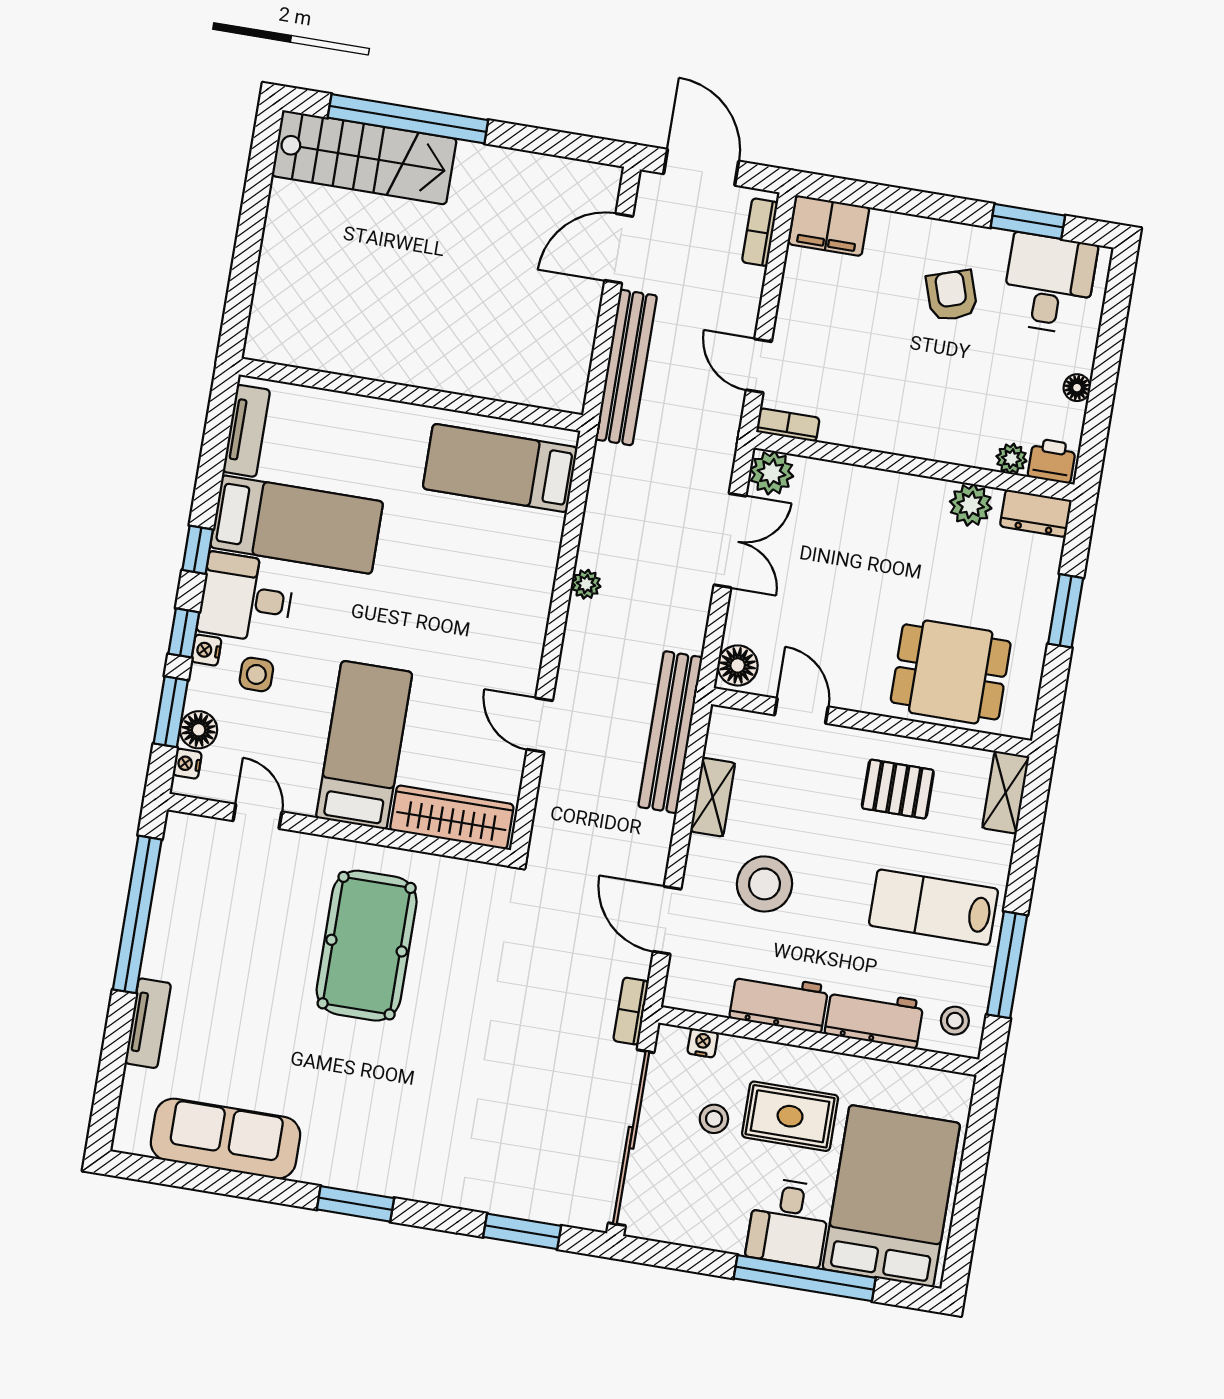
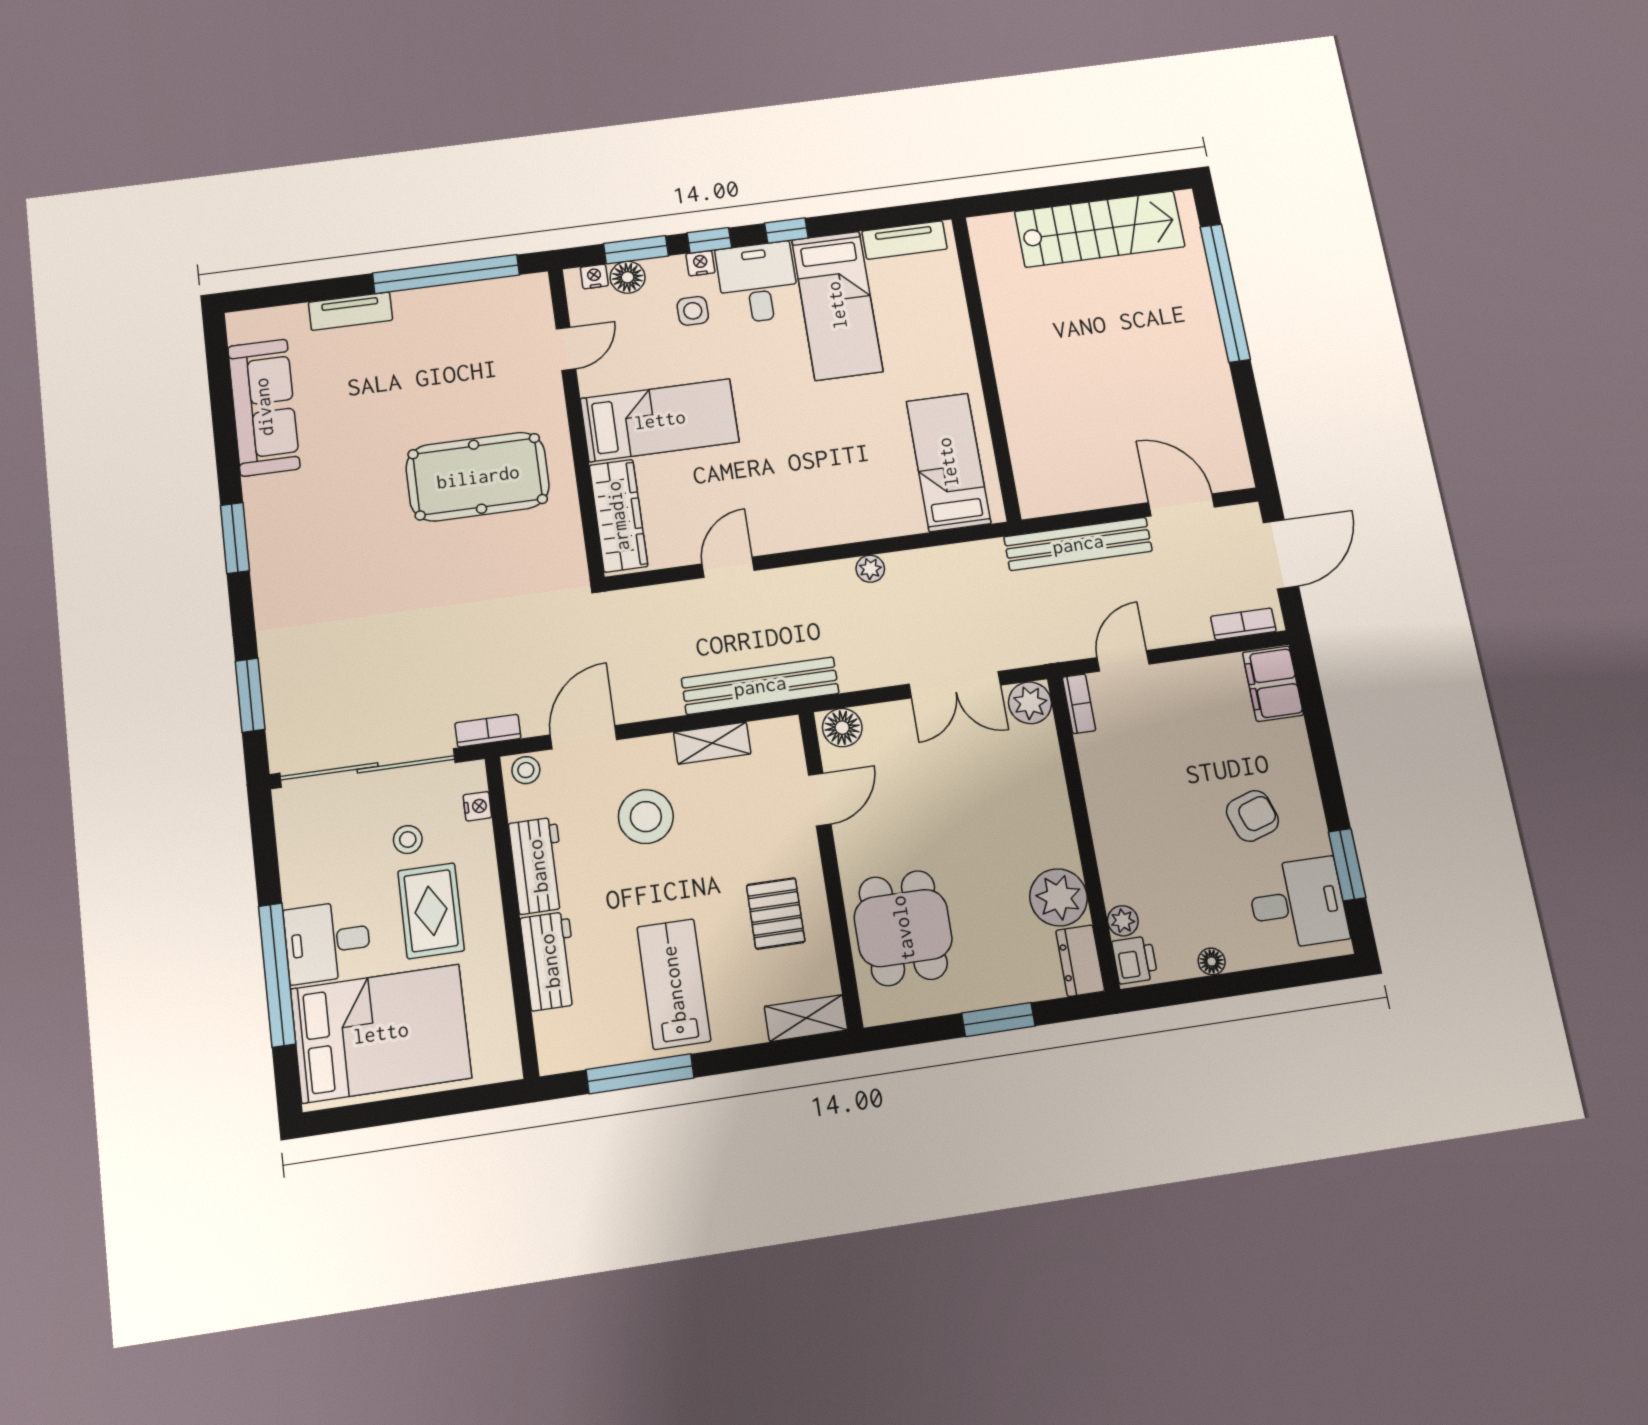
stairs: (364, 157) -> (1100, 229), moved, turned -90
plant: (971, 505) -> (1059, 897), width x1.36, depth x1.36
stool: (955, 1021) -> (526, 770), moved

